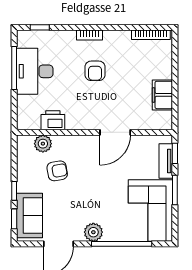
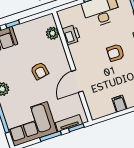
filing cabinet: (162, 95) -> (120, 104), width x0.50
door: (115, 132) -> (77, 81), hinge flipped
armchair: (57, 171) -> (40, 71), moved

